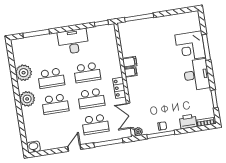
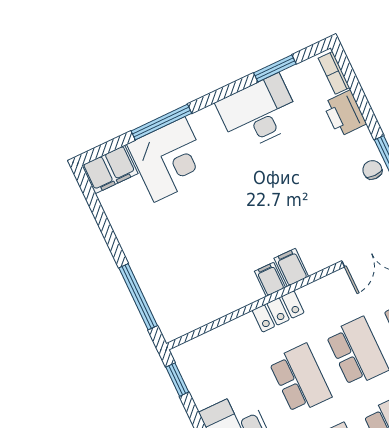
filing cabinet: (193, 21) -> (110, 169), added
filing cabinet: (130, 62) -> (291, 267), moved
desk: (197, 75) -> (258, 113), moved
locker: (119, 88) -> (278, 311), moved

